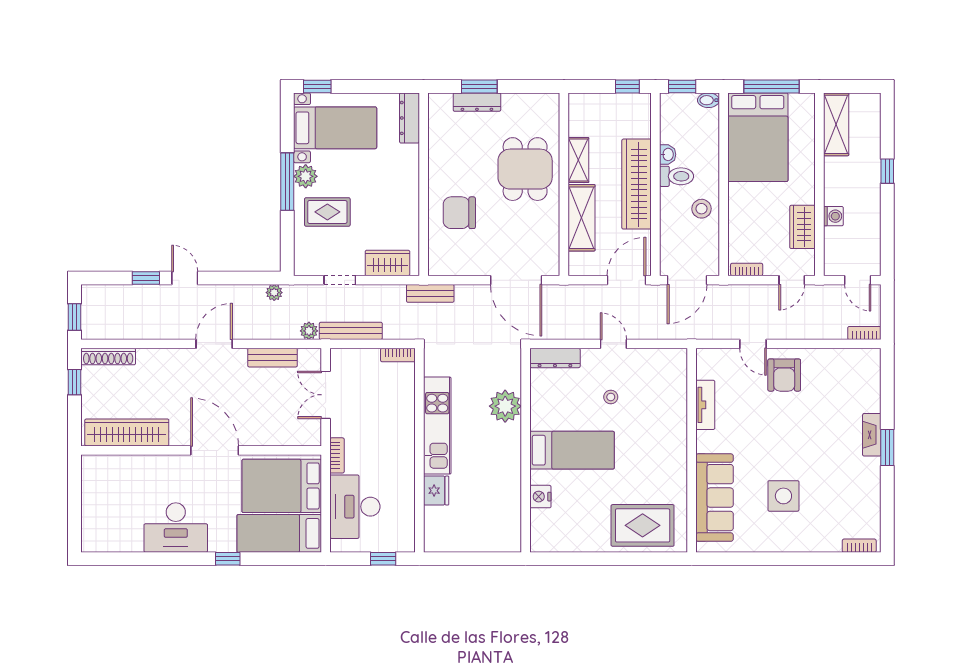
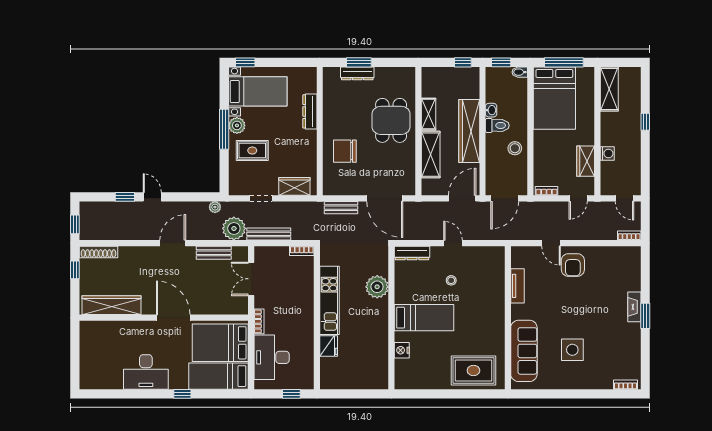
dresser: (409, 118) -> (310, 111), moved
bench: (430, 293) -> (341, 208), moved
plant: (309, 331) -> (234, 228), width x1.88, depth x1.88

